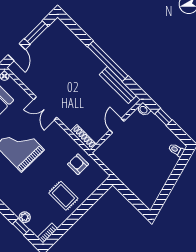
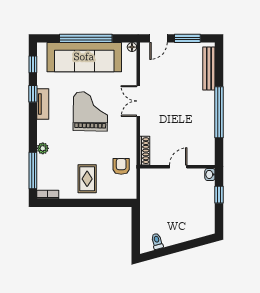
bench: (118, 85) -> (209, 69), moved
toilet: (176, 150) -> (157, 241), moved
plant: (25, 217) -> (43, 148), moved
window: (21, 227) -> (33, 171), width x2.17

